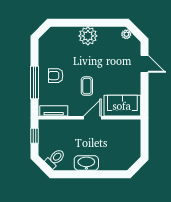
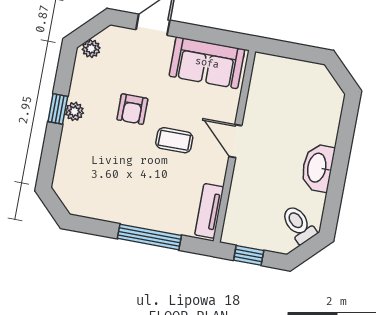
window: (92, 23) -> (58, 109), added
plant: (88, 36) -> (74, 111), width x0.53, depth x0.53
armchair: (56, 76) -> (132, 109), moved
sofa: (122, 106) -> (207, 63), moved, turned -90

